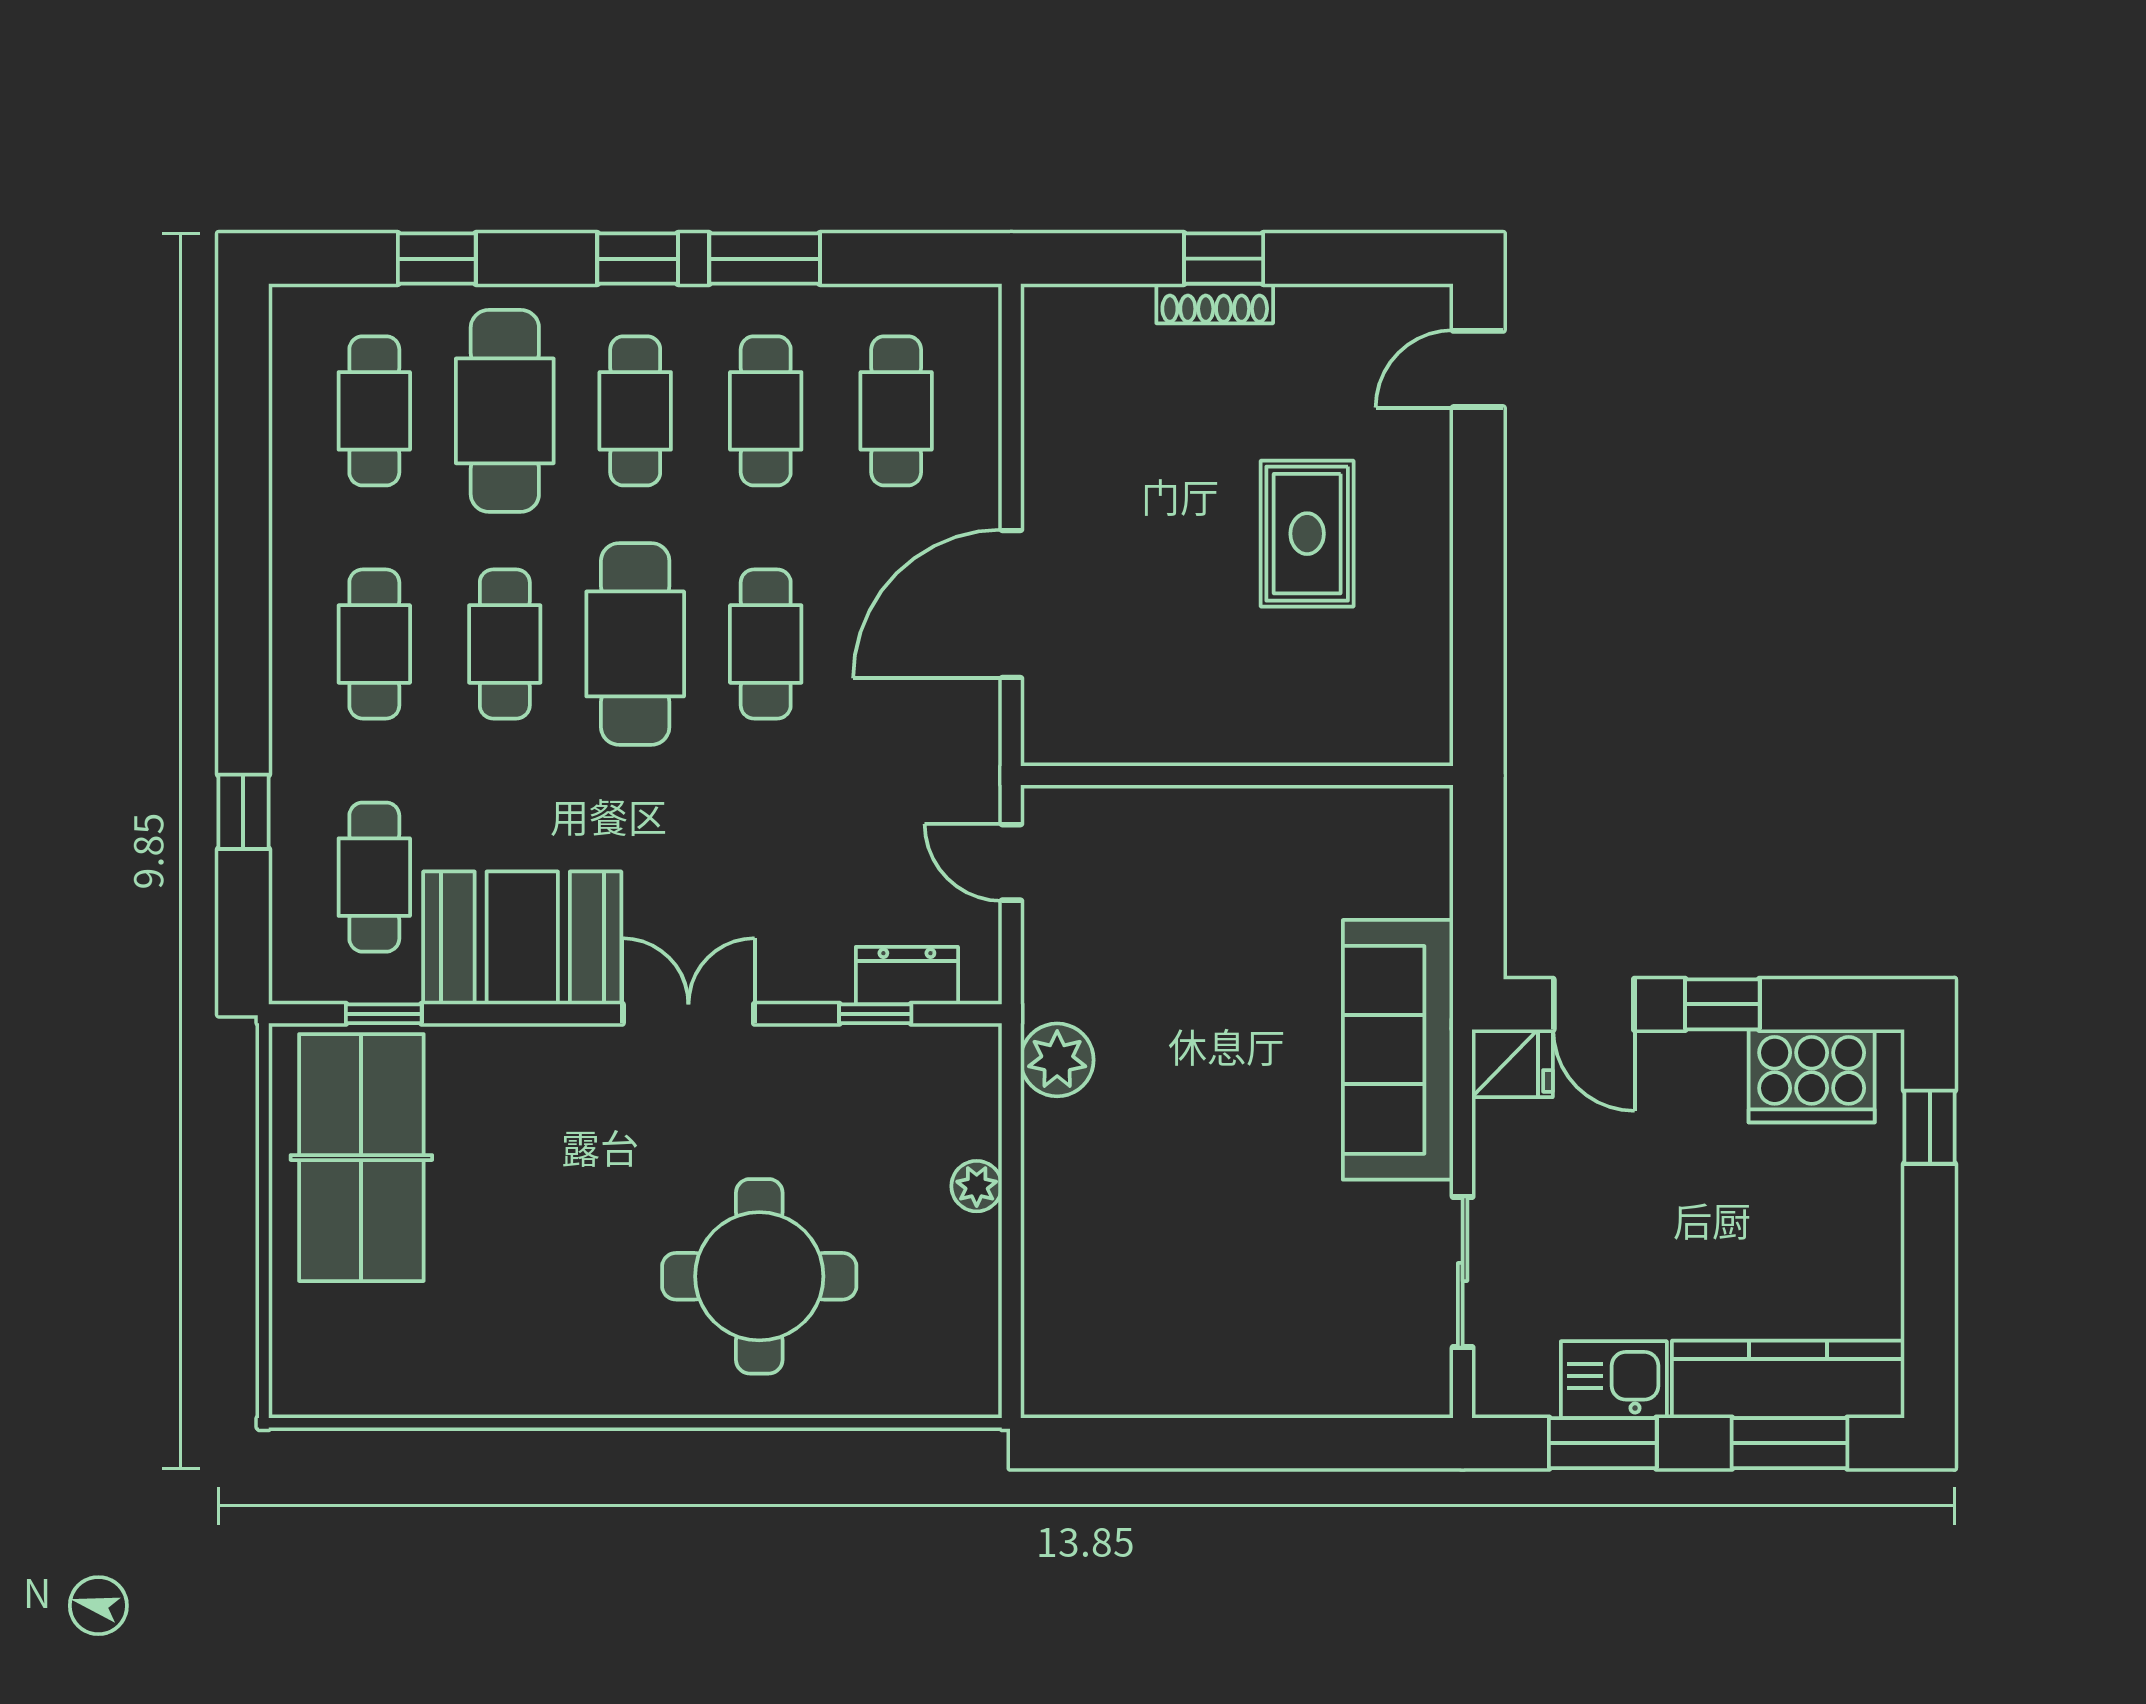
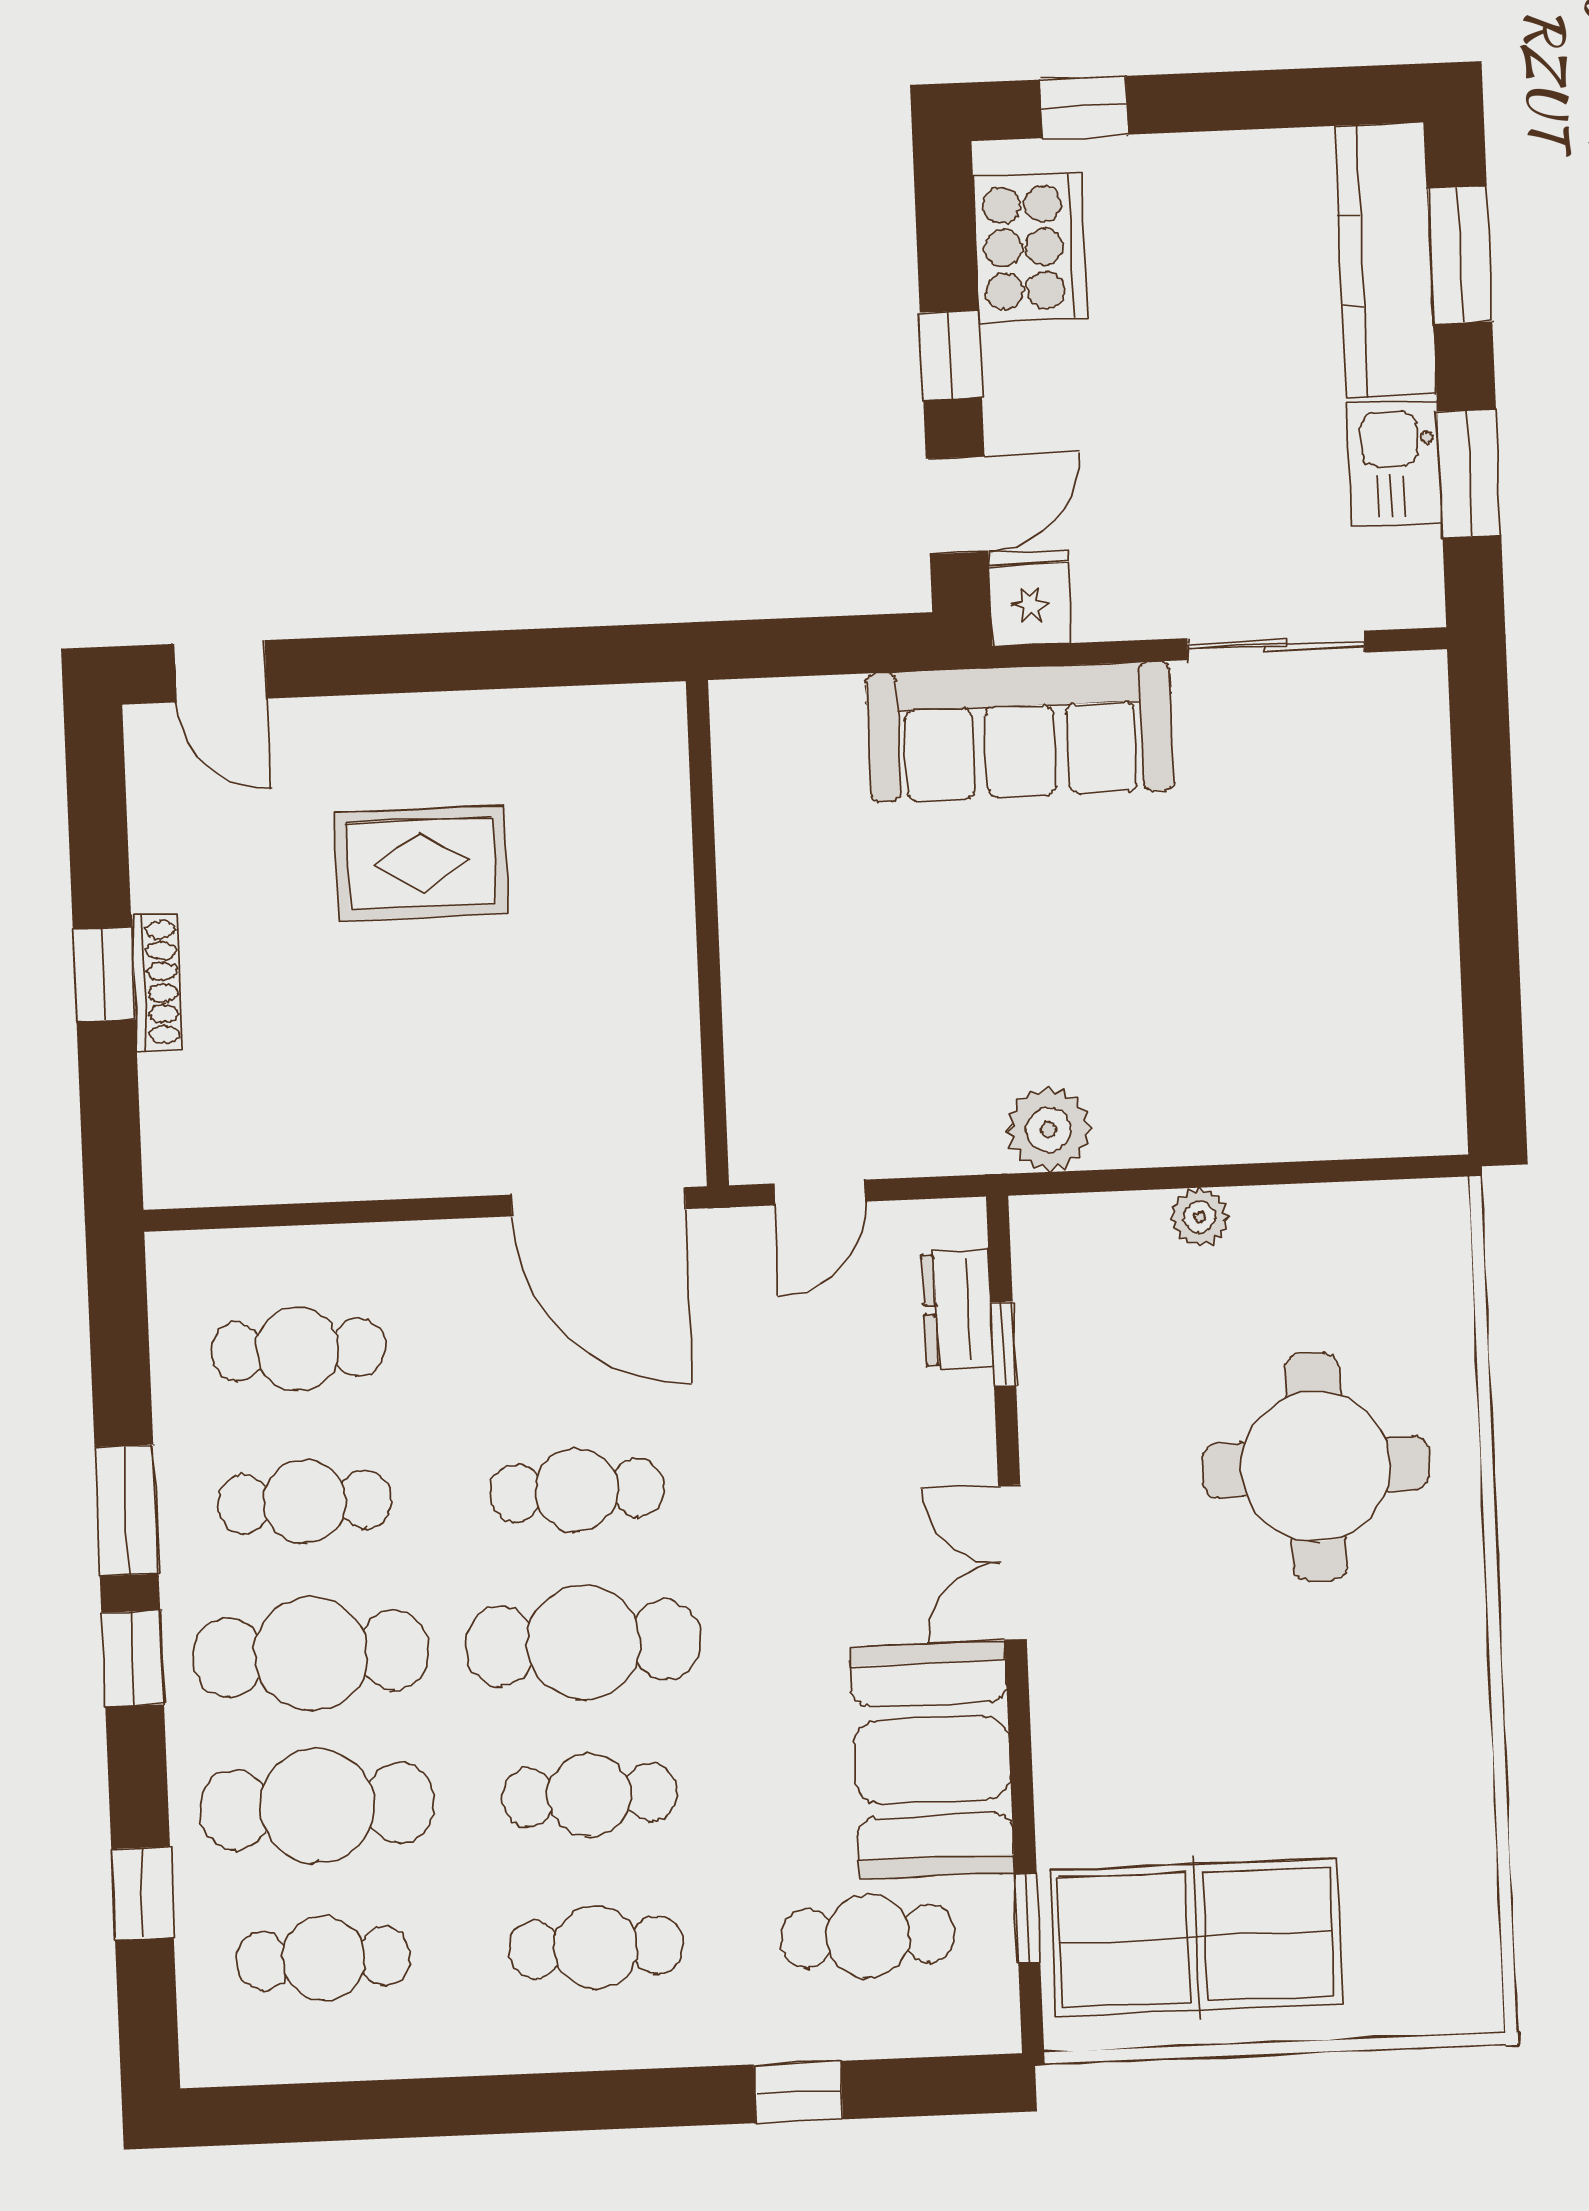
cafe table: (635, 411) -> (311, 1654), width x1.37, depth x1.35
door: (1011, 604) -> (598, 1202), moved

